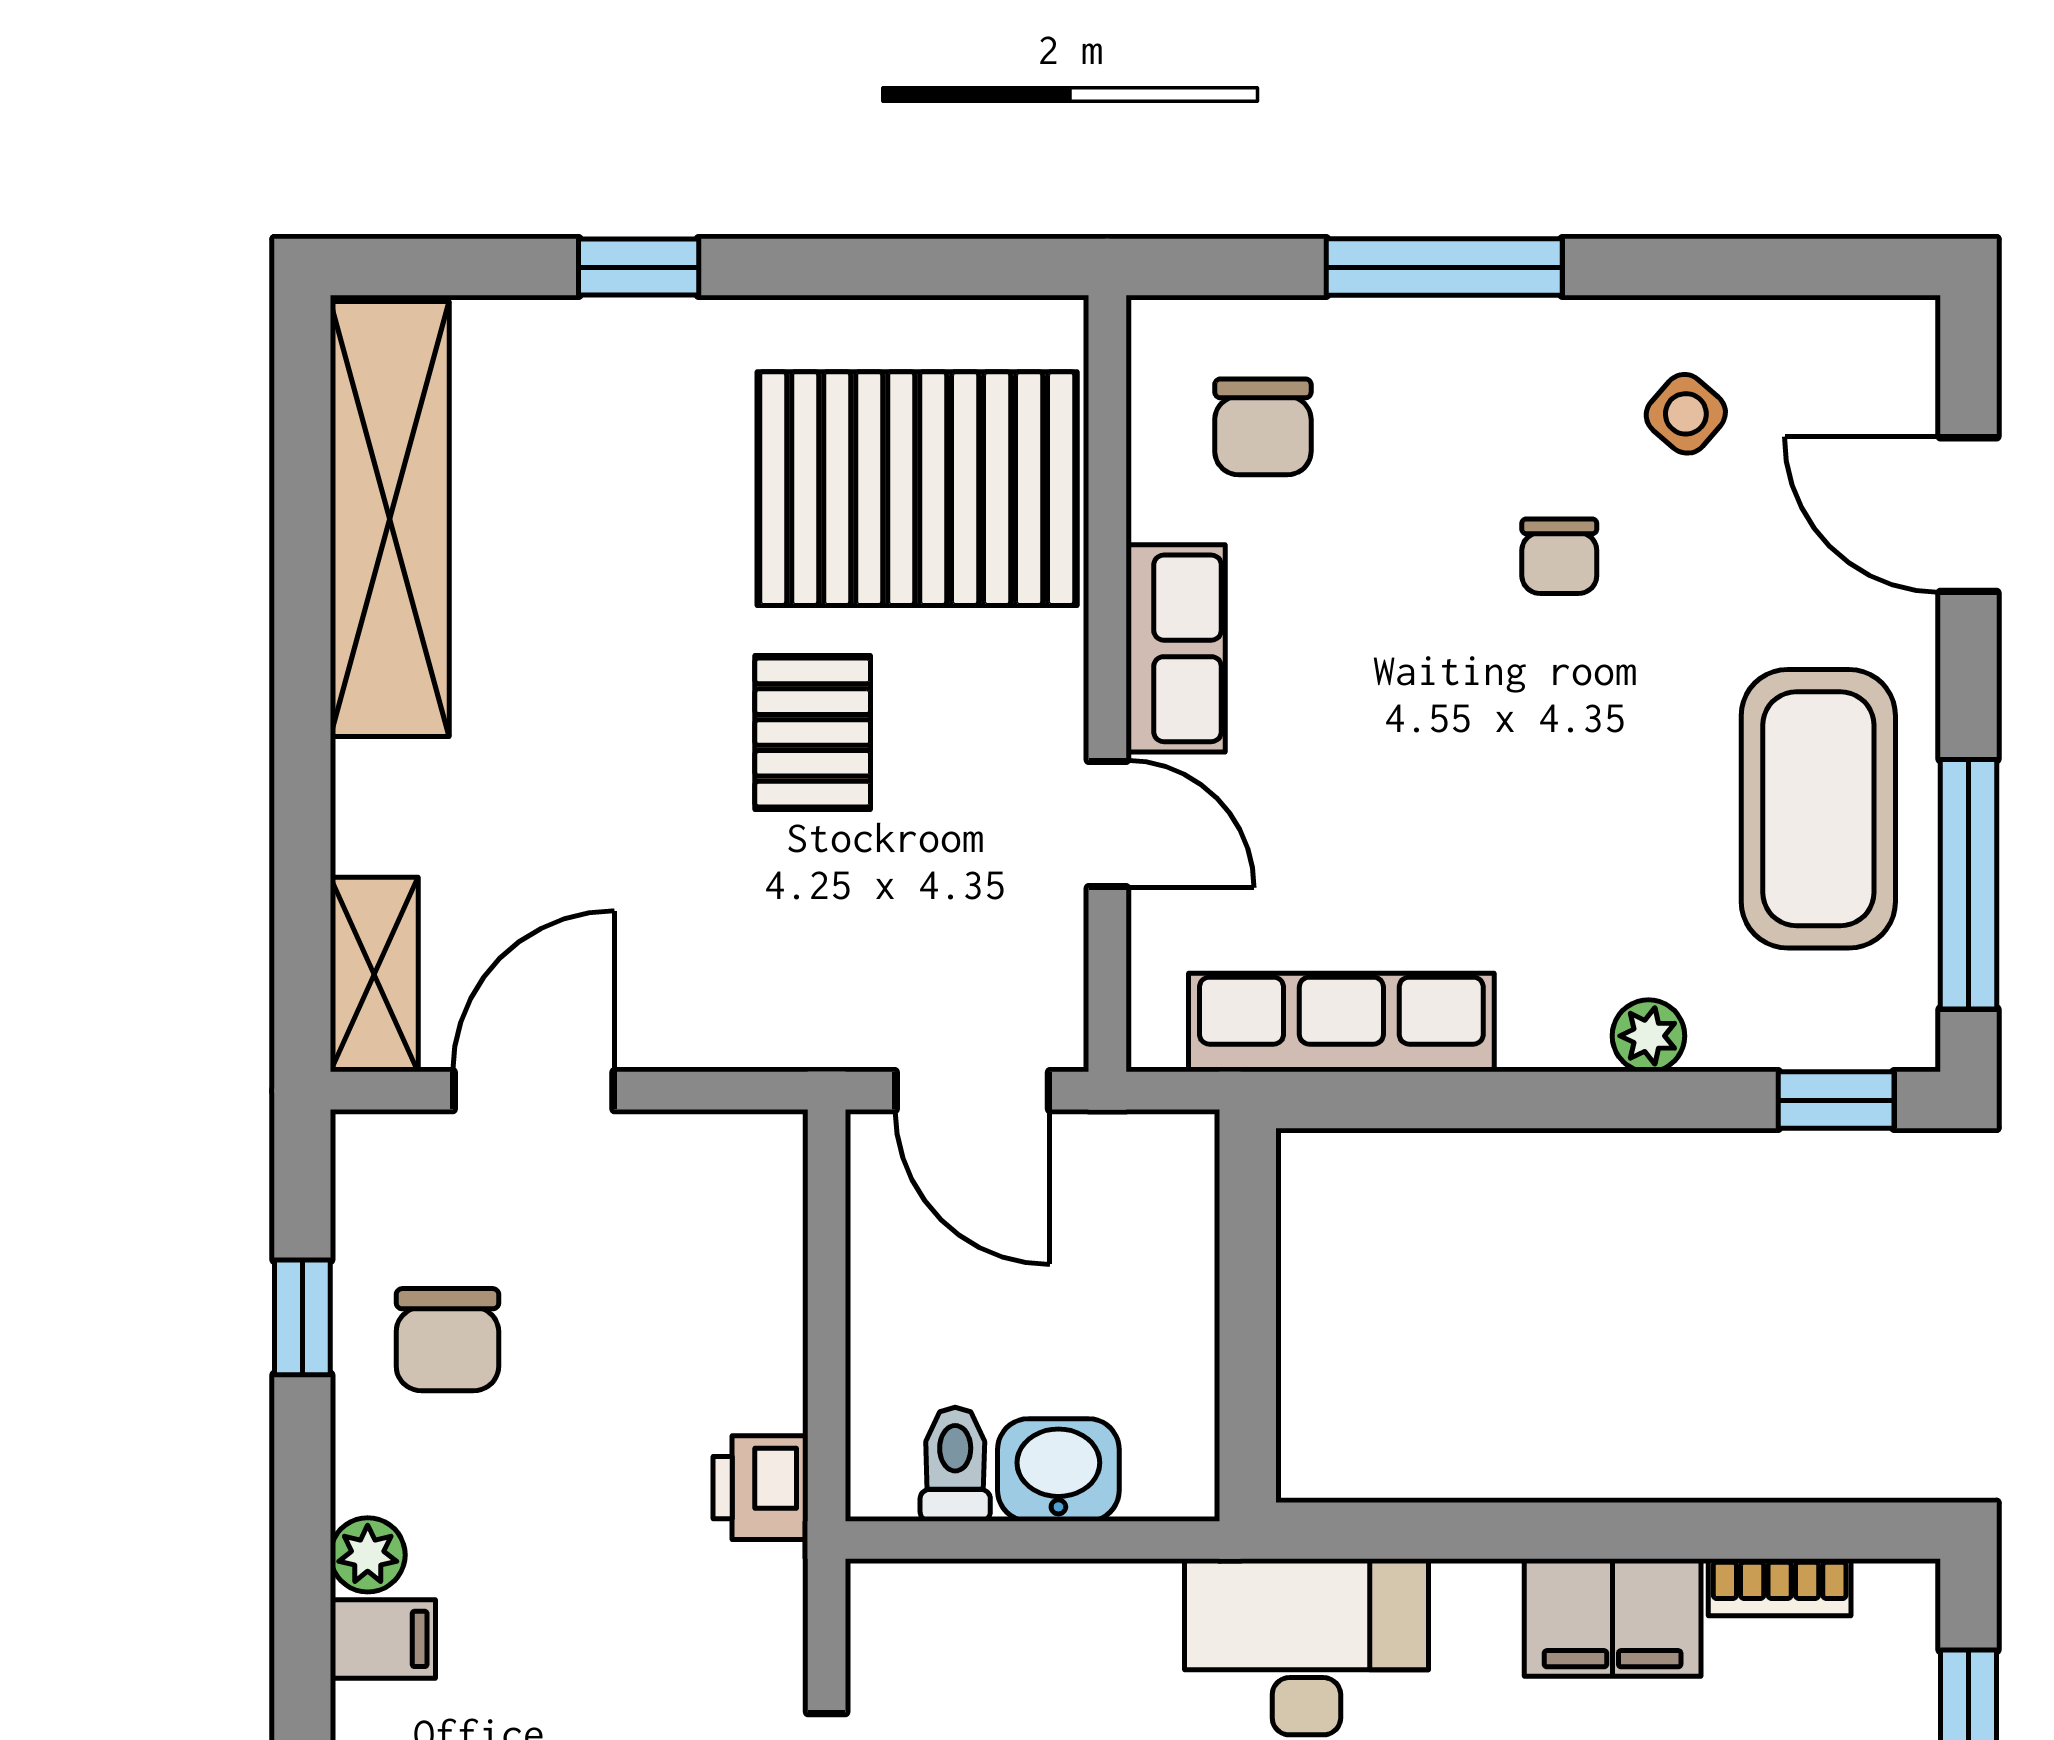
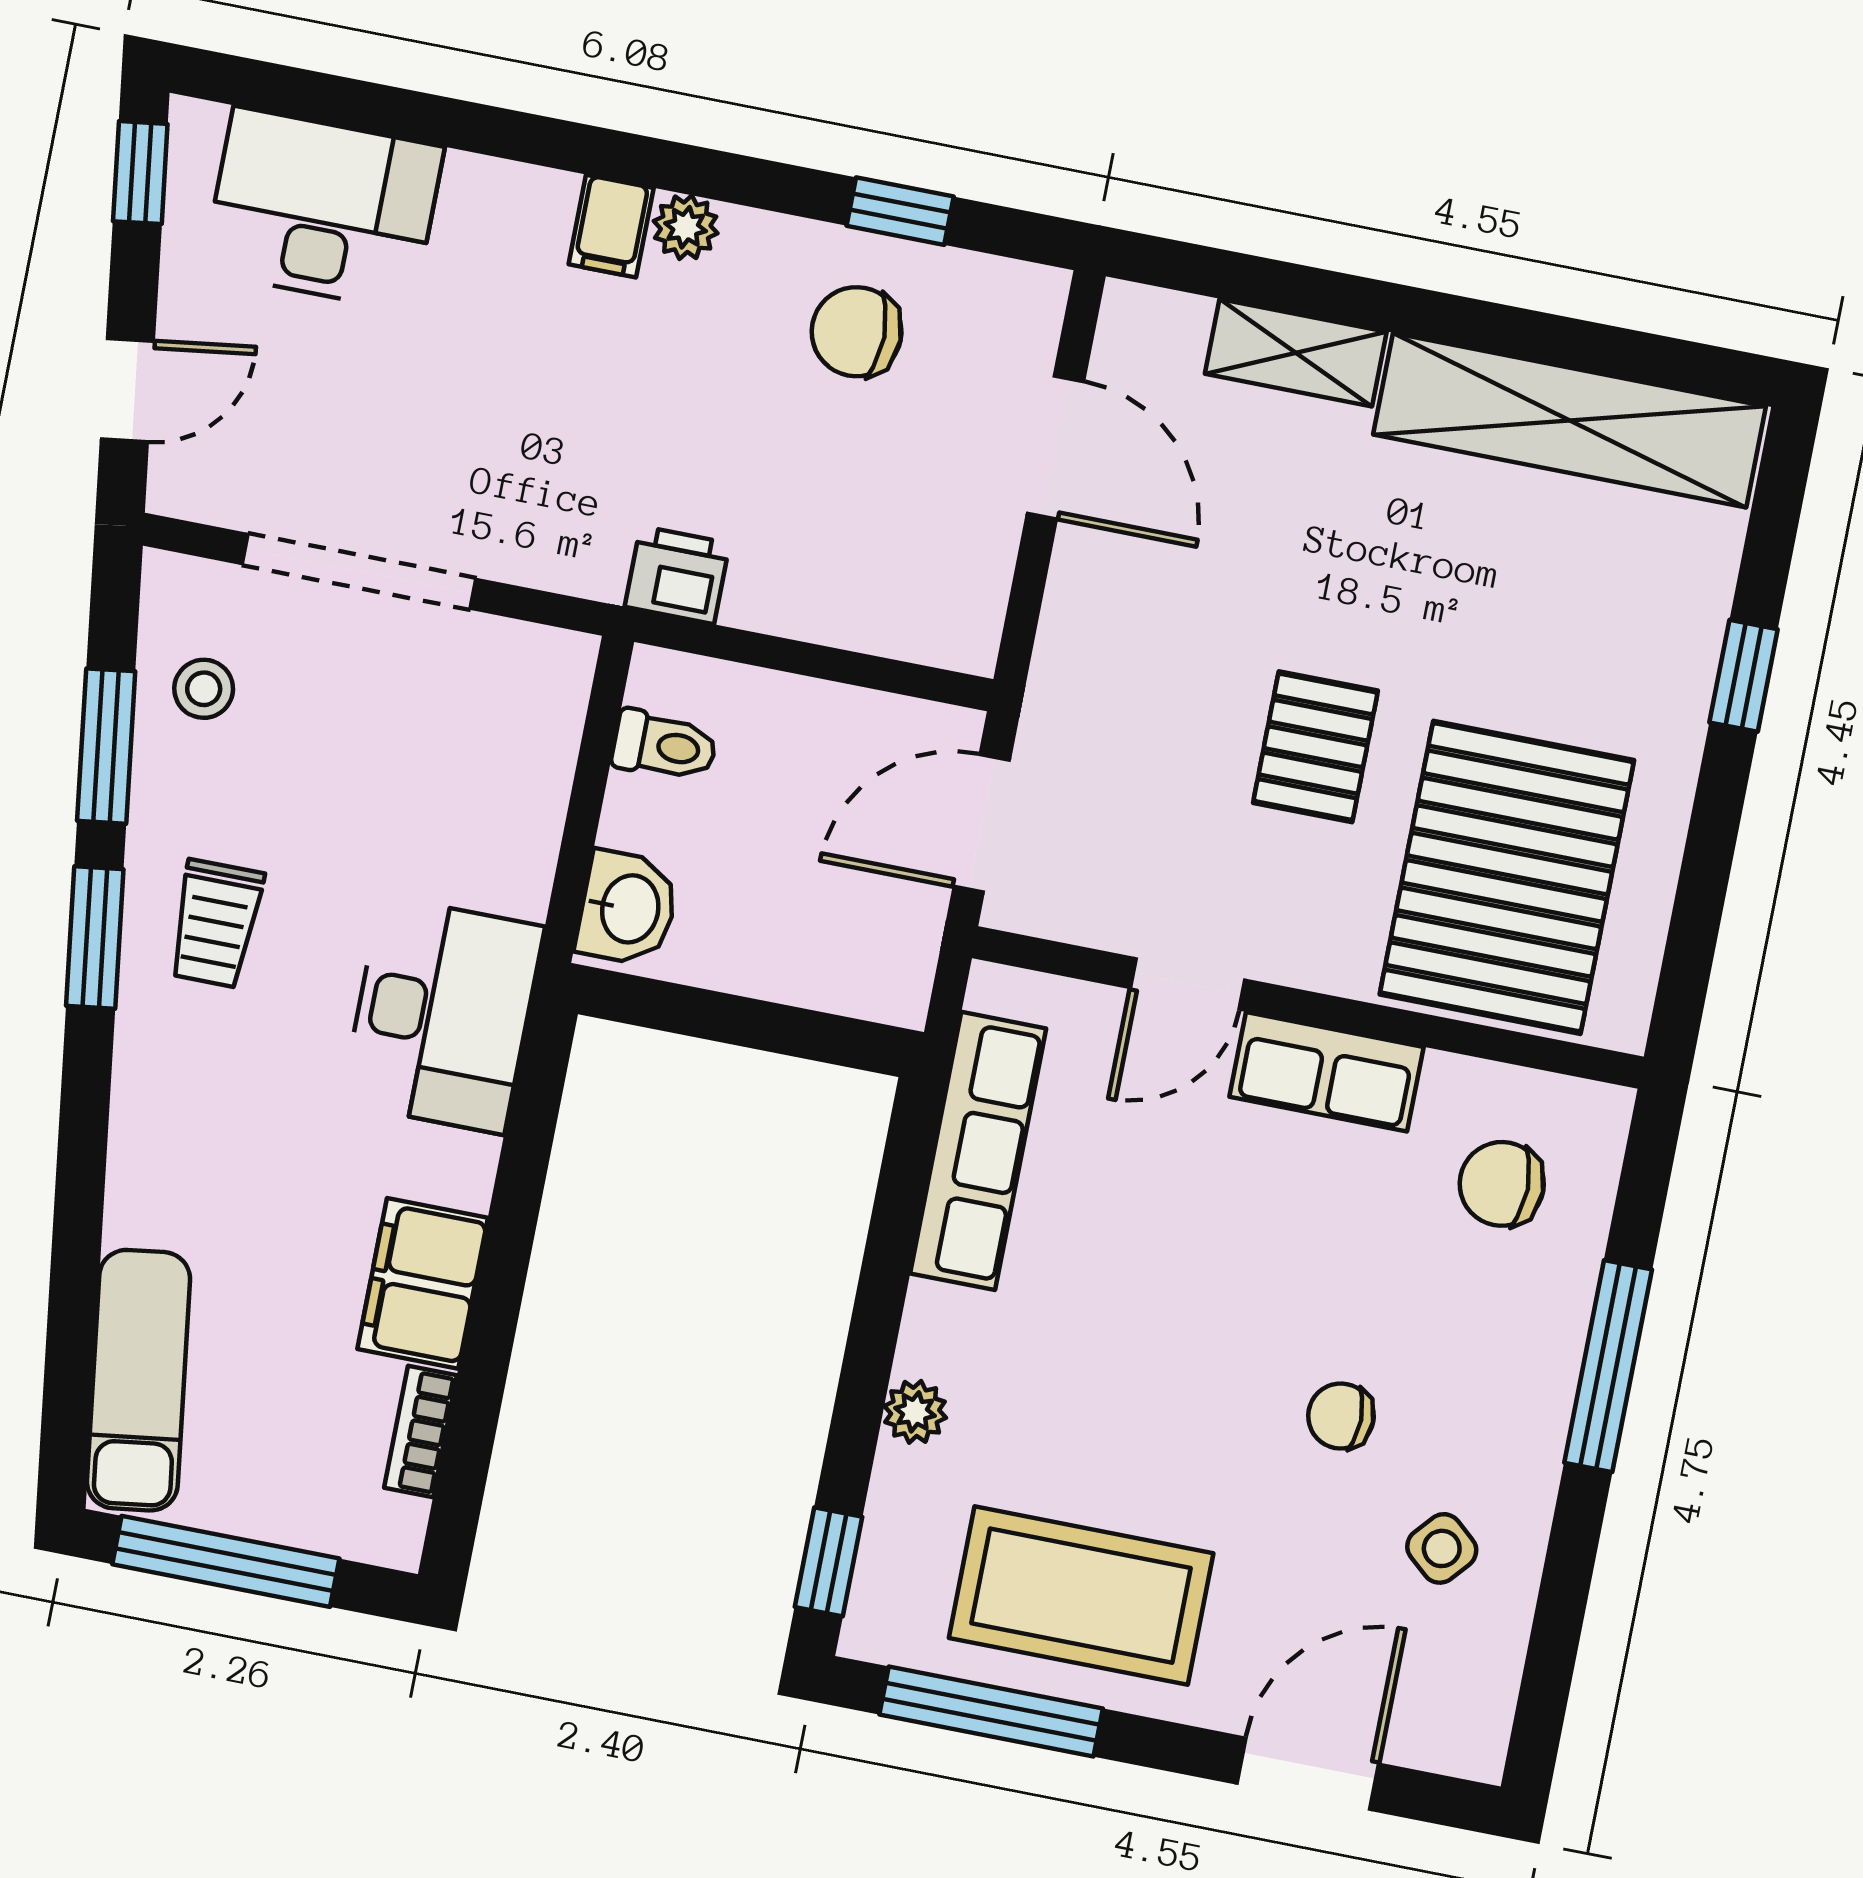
pallet: (813, 732) -> (1315, 747), turned 90
shelving: (374, 975) -> (1296, 353), moved
washbasin: (1058, 1470) -> (628, 908), moved

